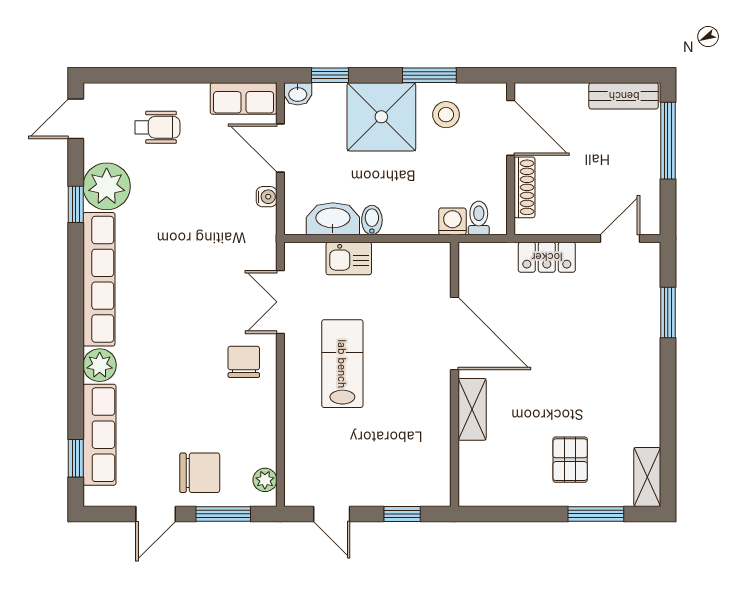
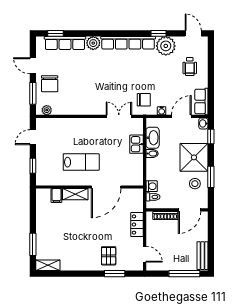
chair: (244, 362) -> (144, 100), moved
lab bench: (342, 364) -> (81, 162), moved
filing cabinet: (475, 456) -> (56, 196), added
pallet: (570, 460) -> (109, 256), moved, turned 90

